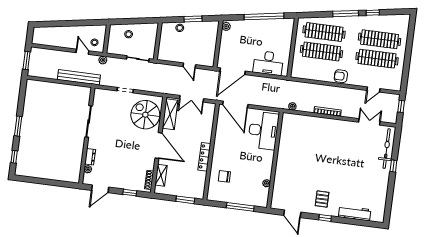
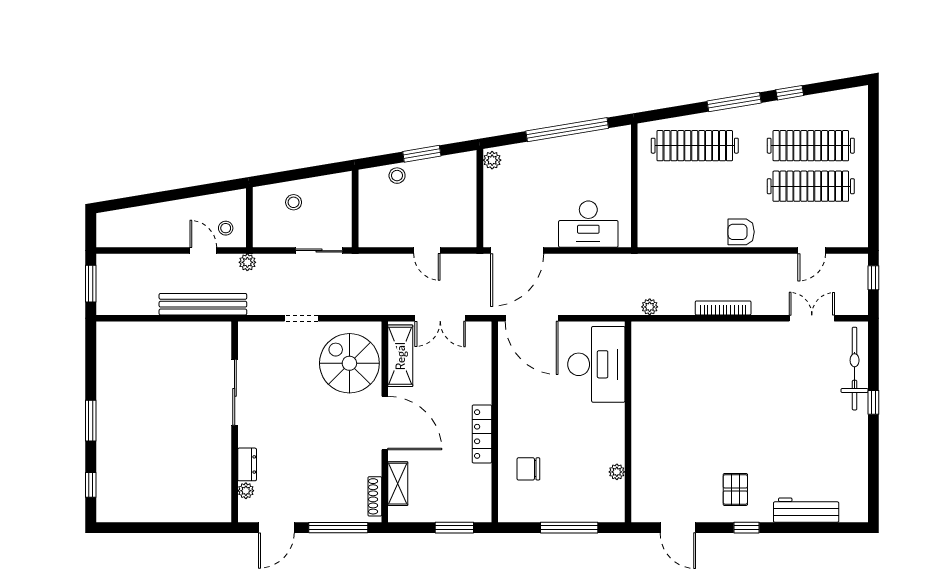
clothes rail: (321, 51) -> (695, 186), removed
window: (130, 193) -> (338, 528), width x2.17

